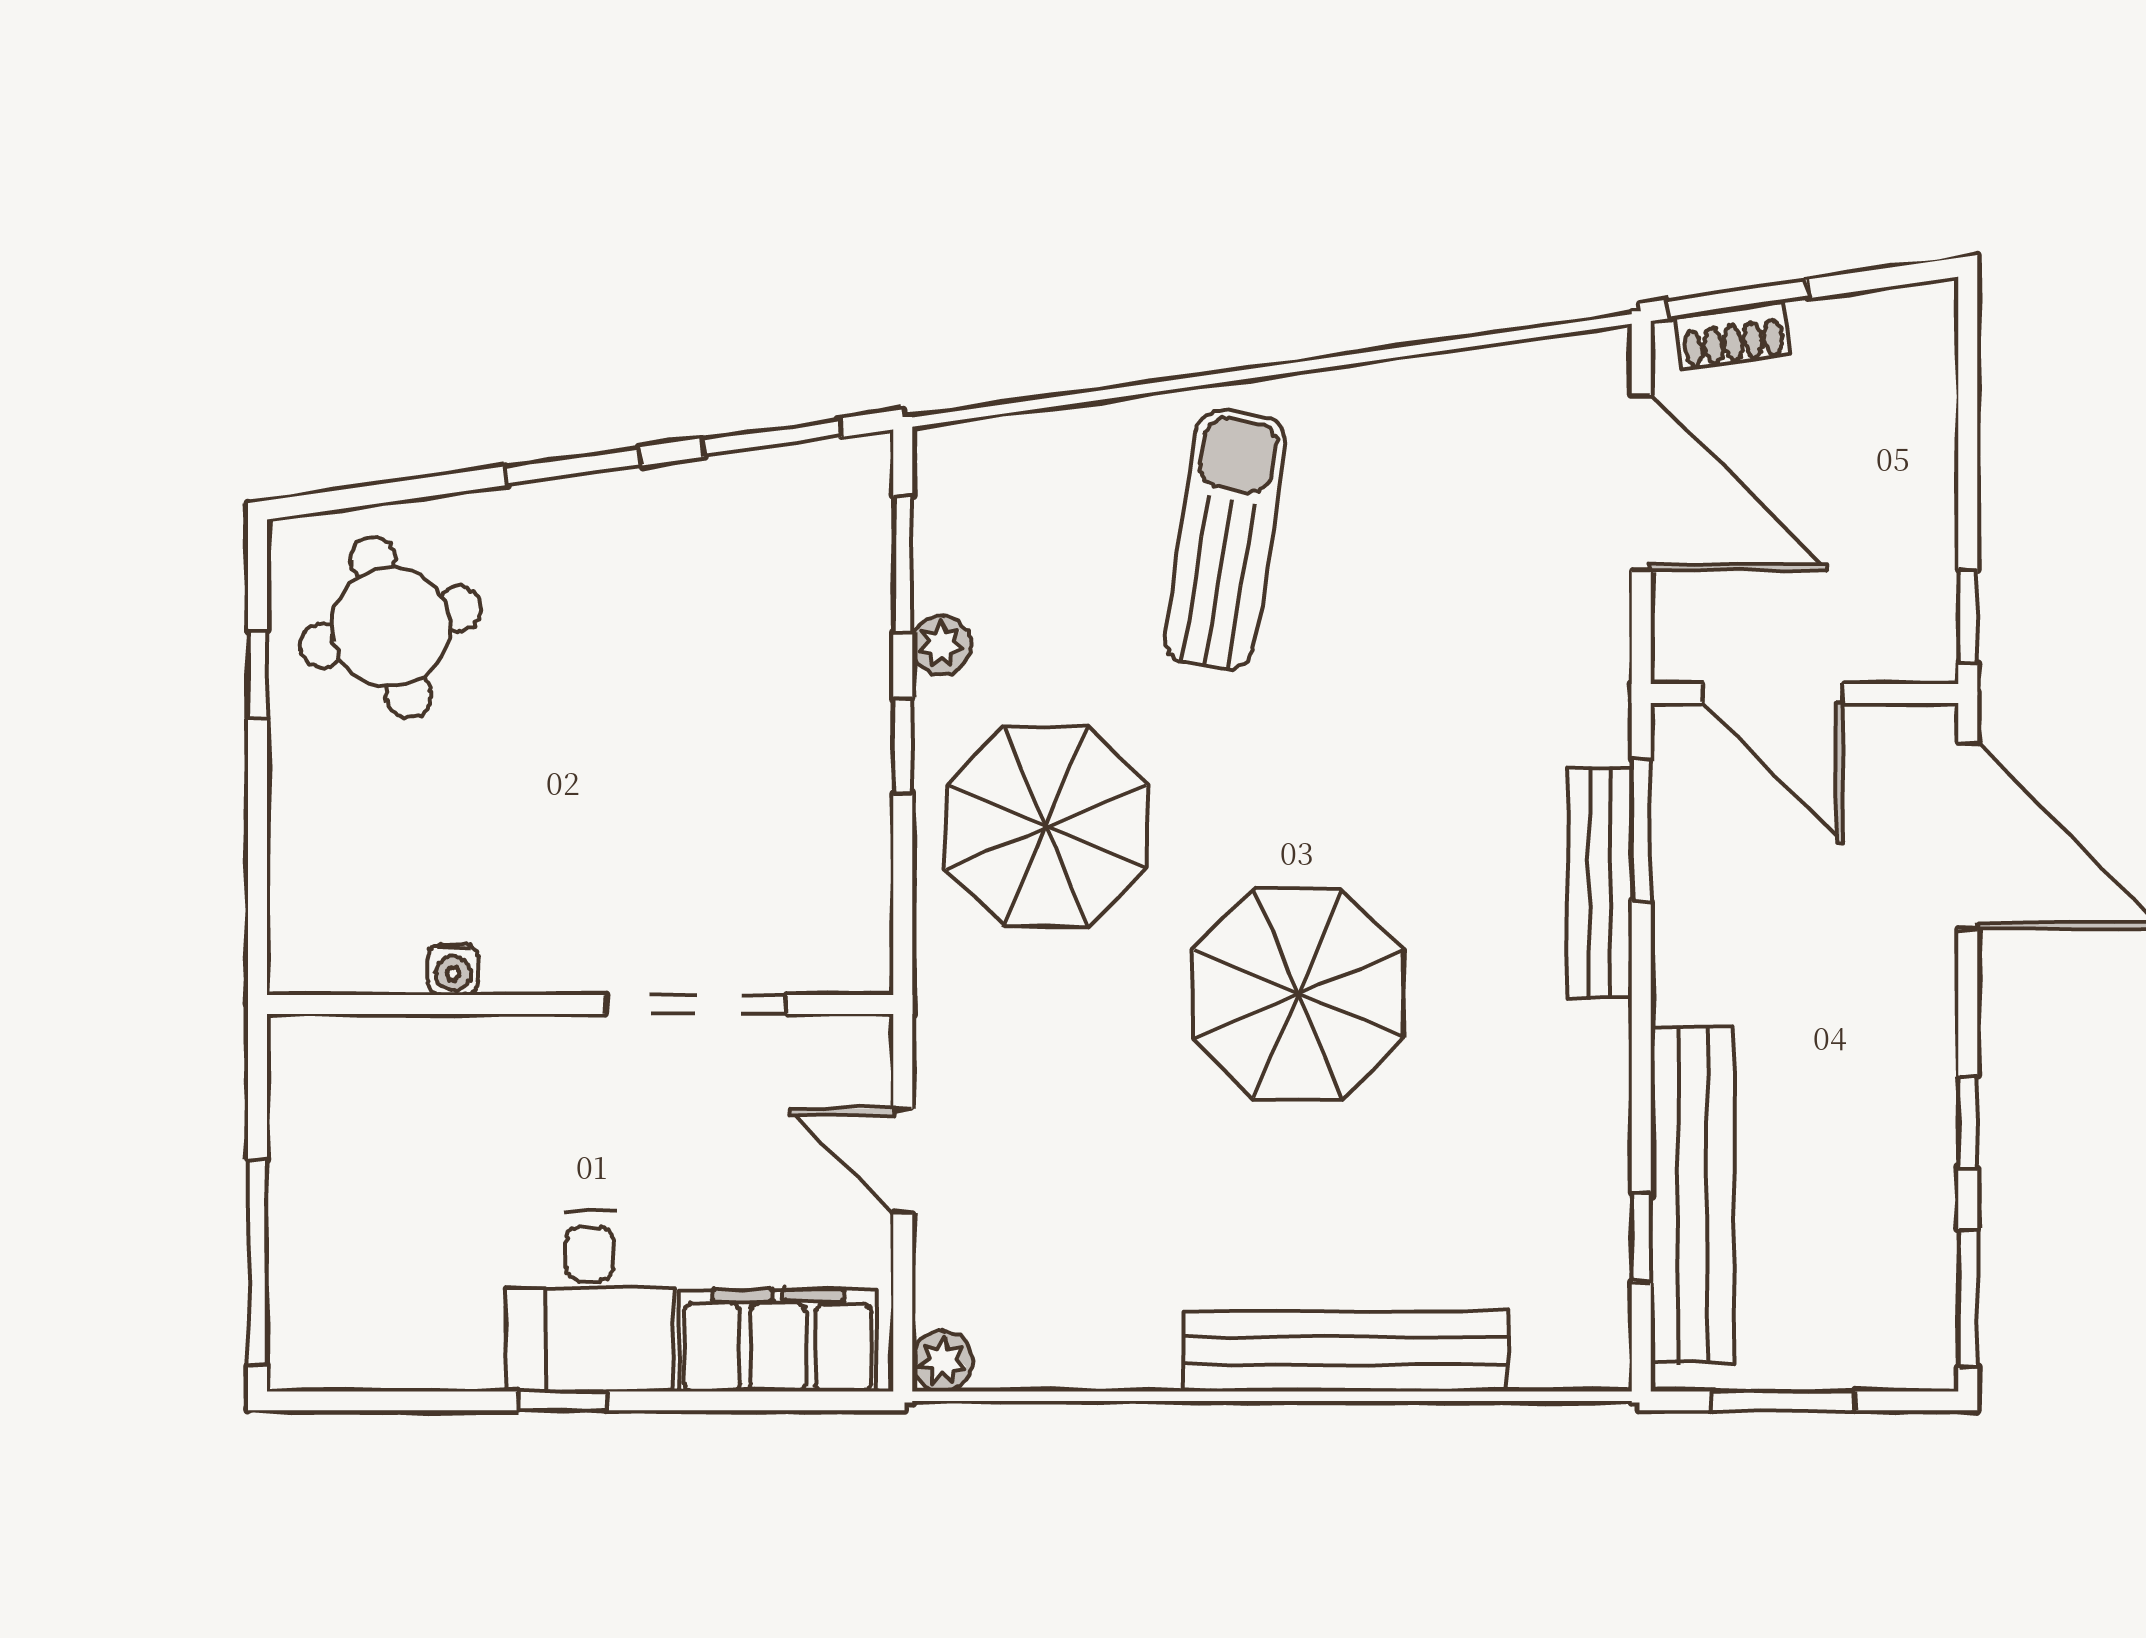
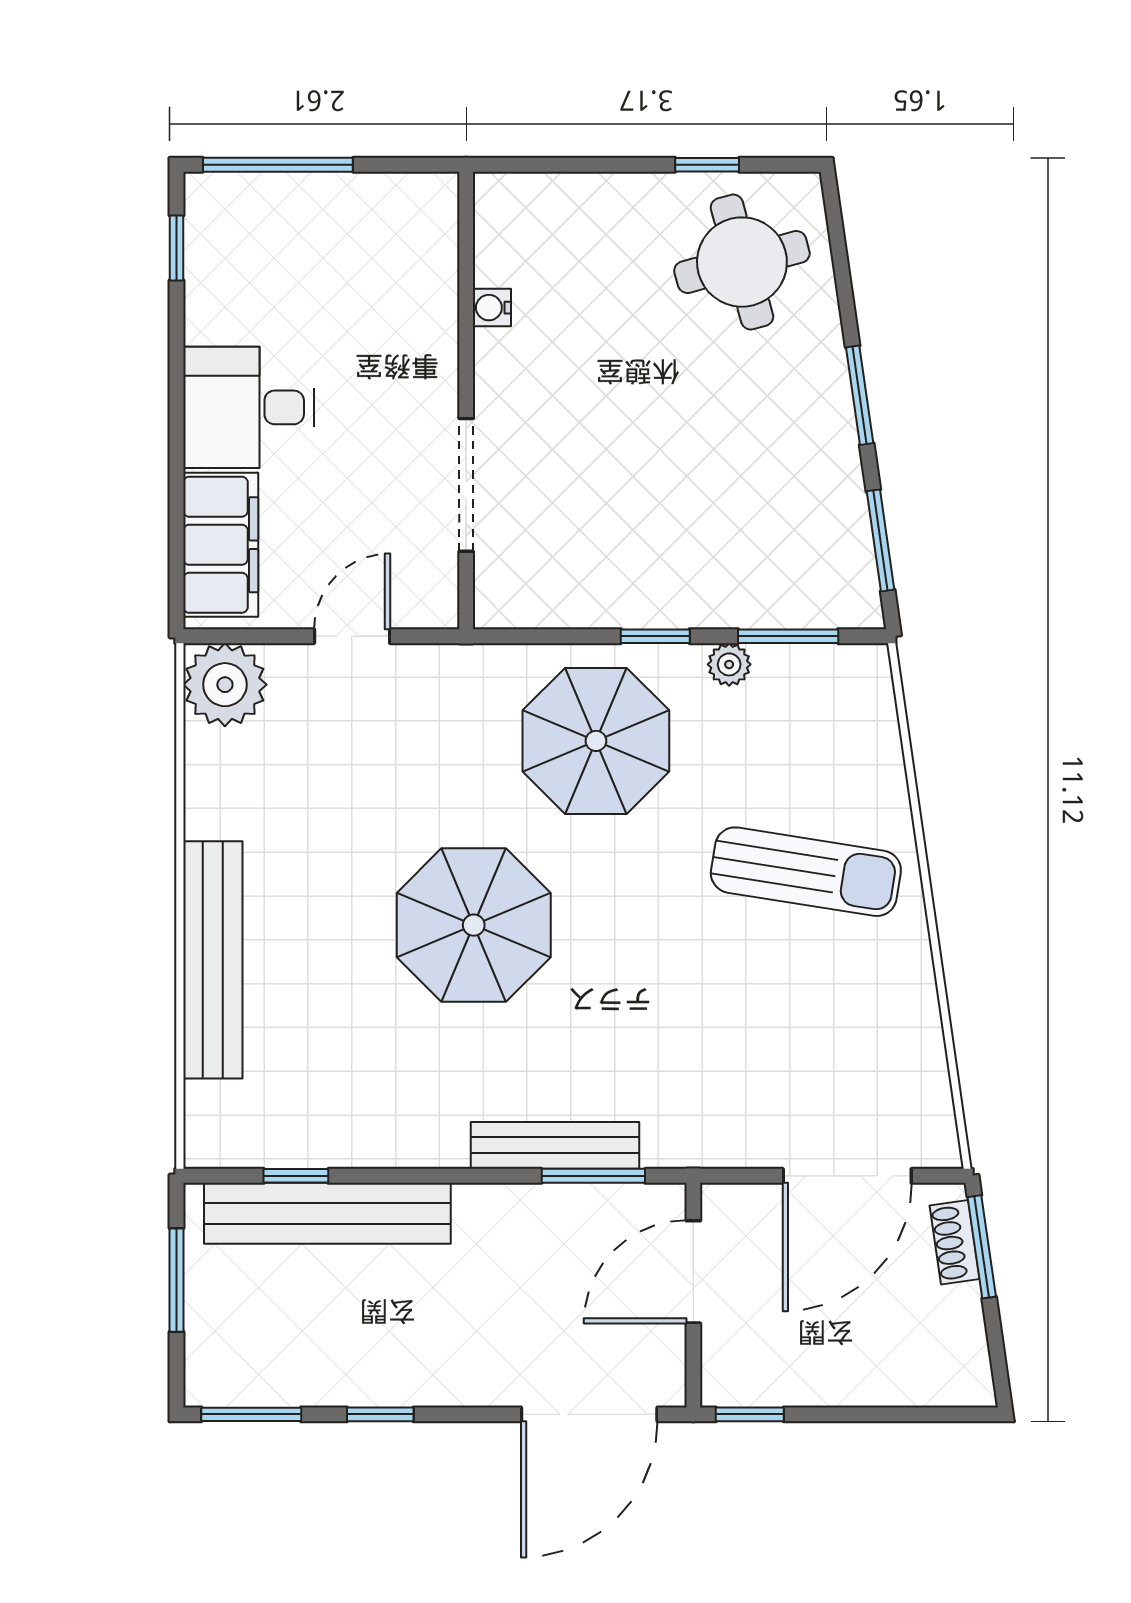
plant: (942, 1361) -> (225, 685), width x1.87, depth x1.87
window: (563, 1401) -> (176, 248), moved

